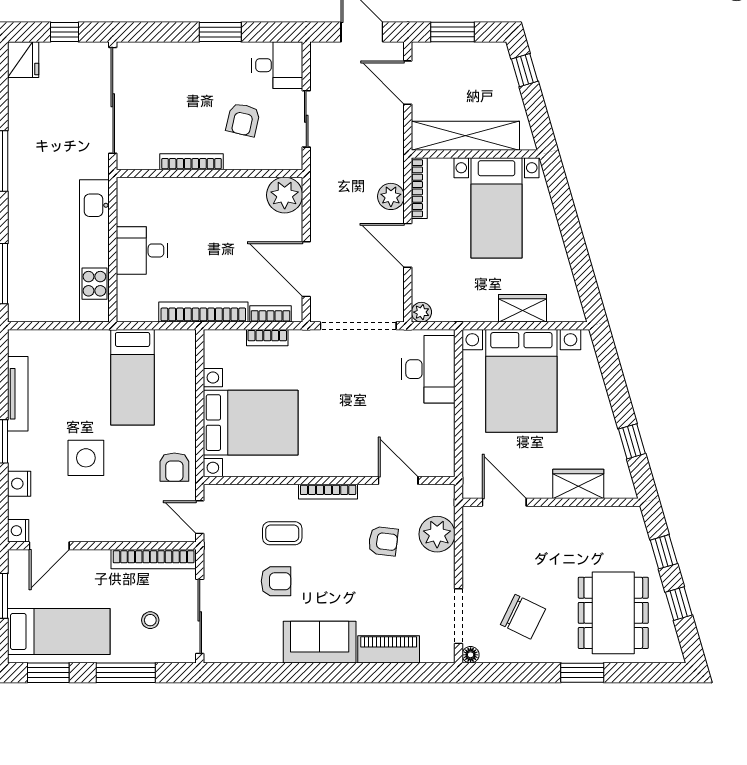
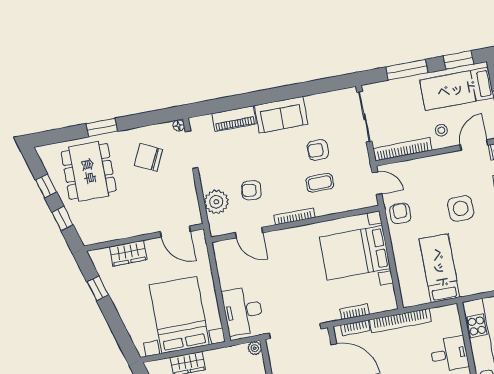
stool: (150, 620) -> (441, 130), moved

